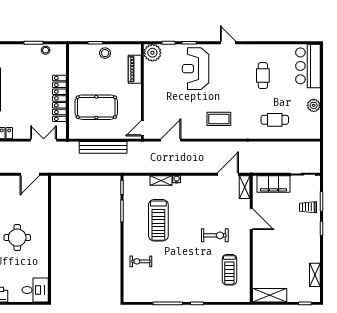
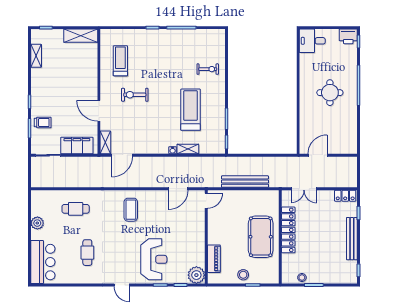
pool table: (96, 107) -> (261, 237), moved, turned 90
coffee table: (219, 119) -> (131, 210), turned 90

